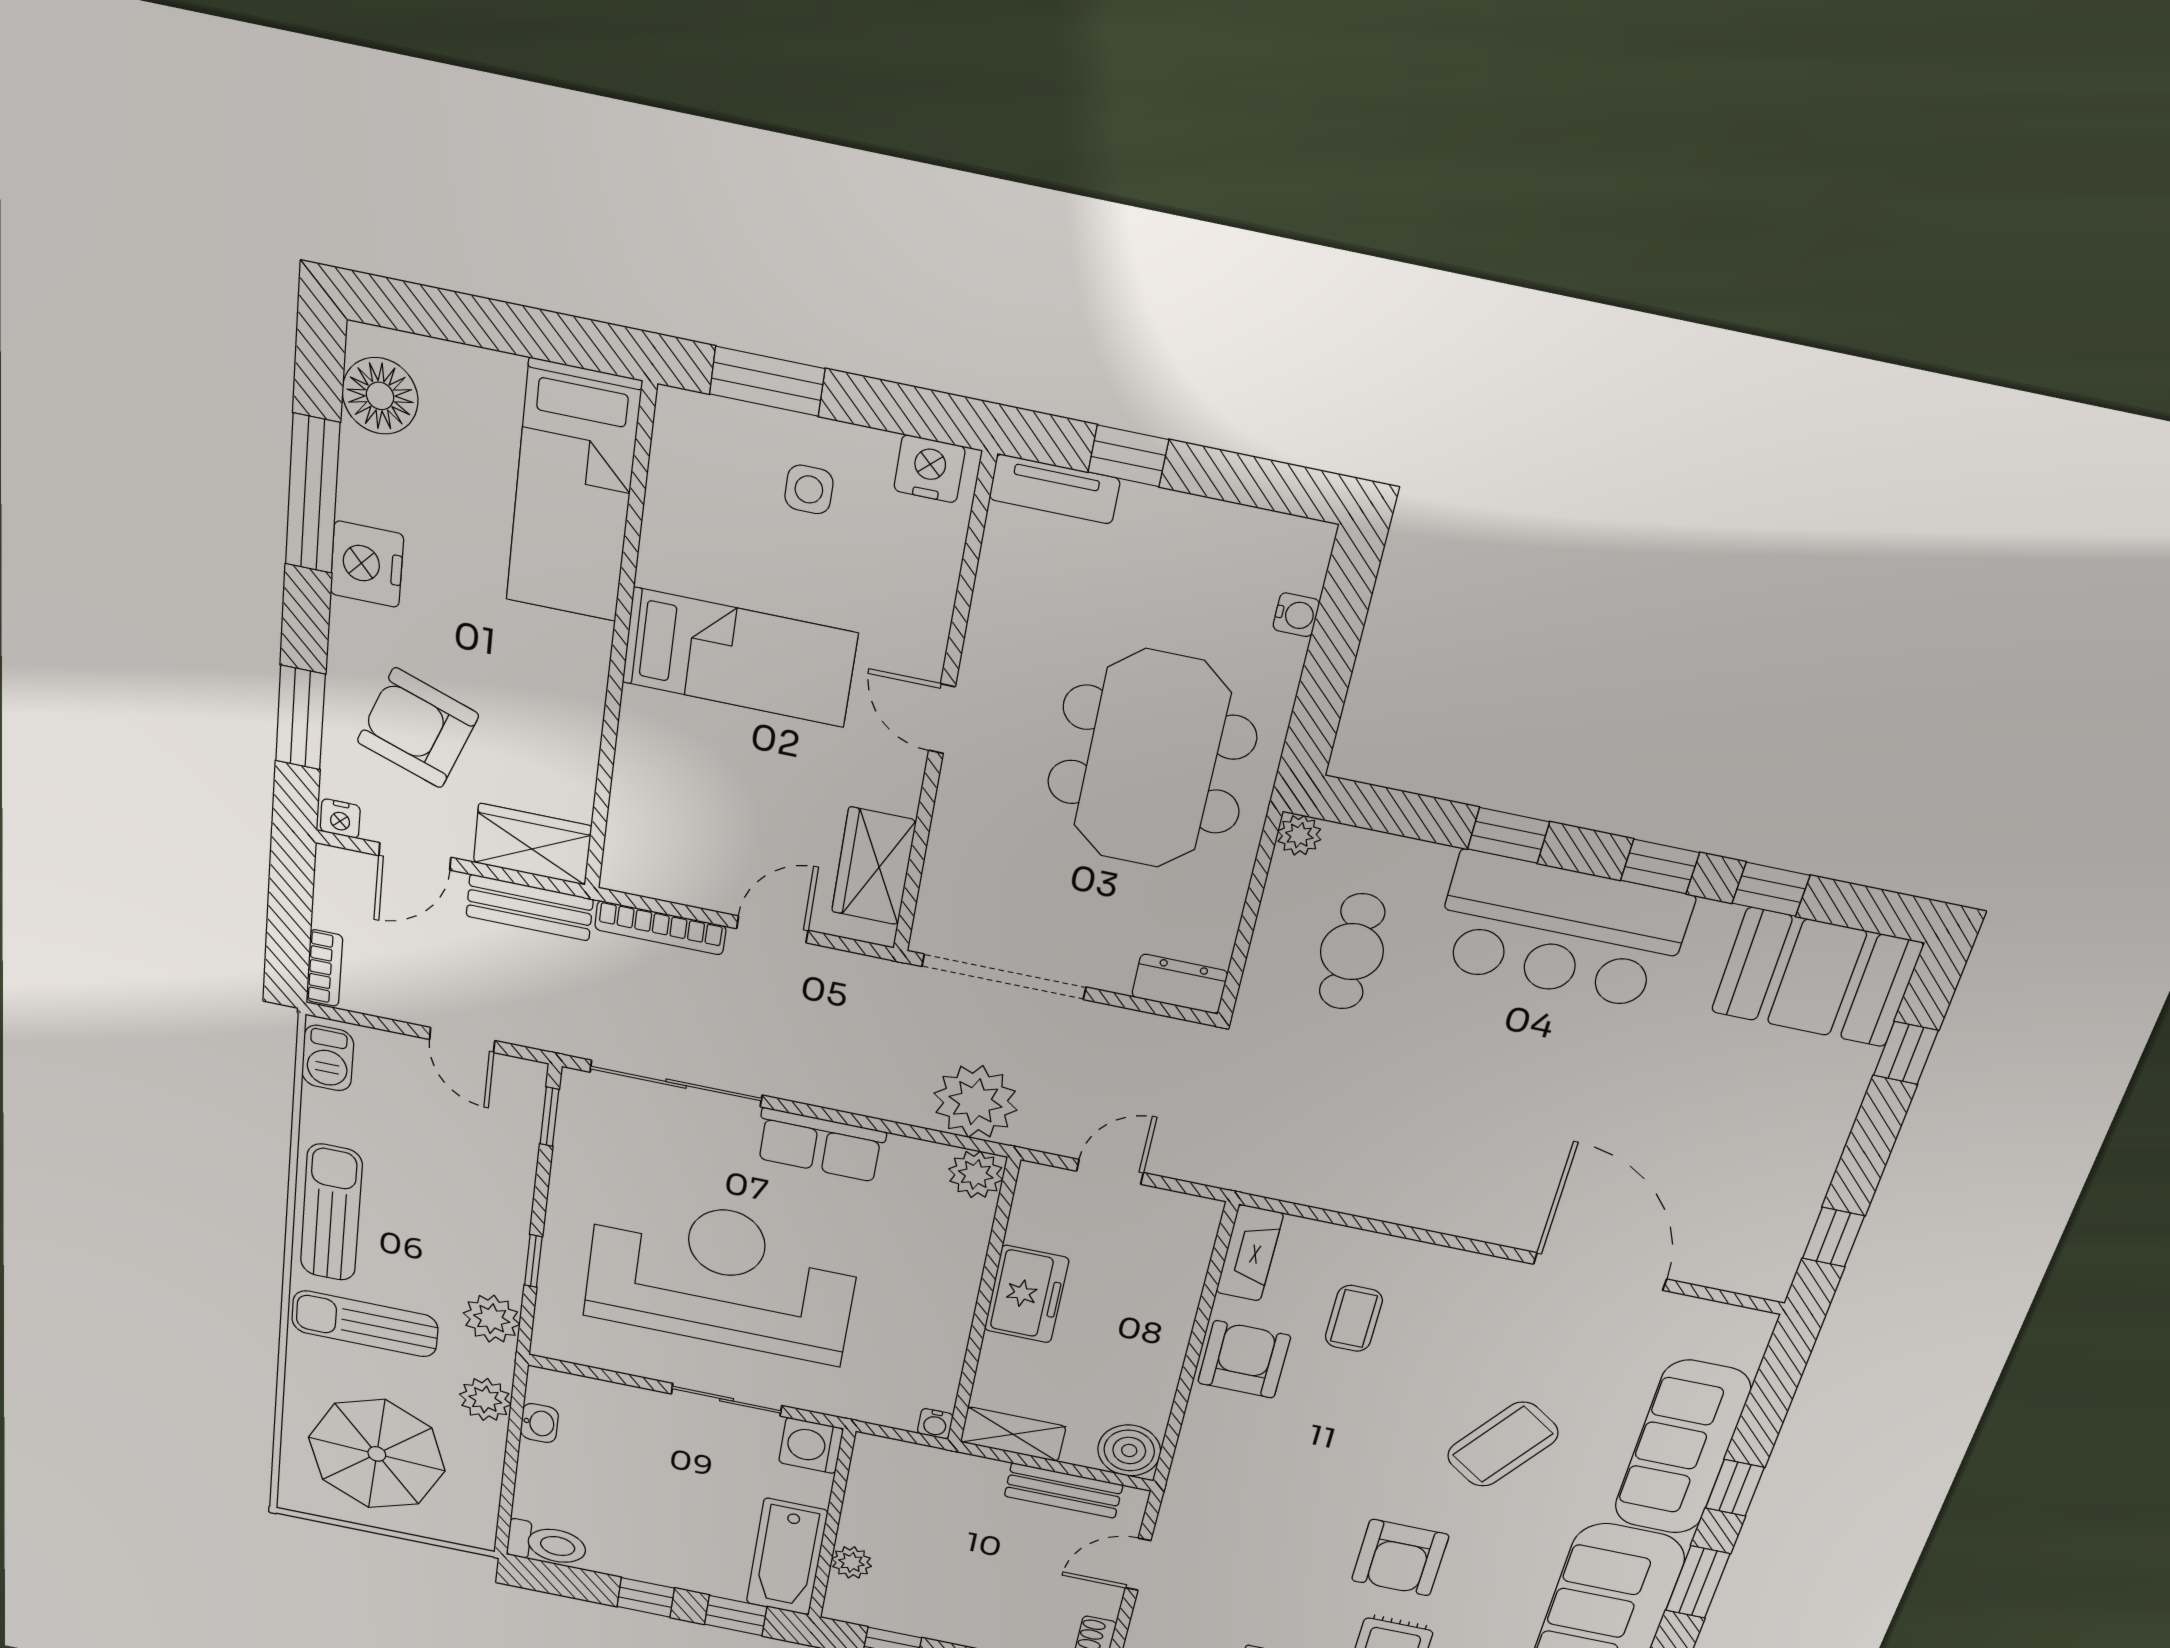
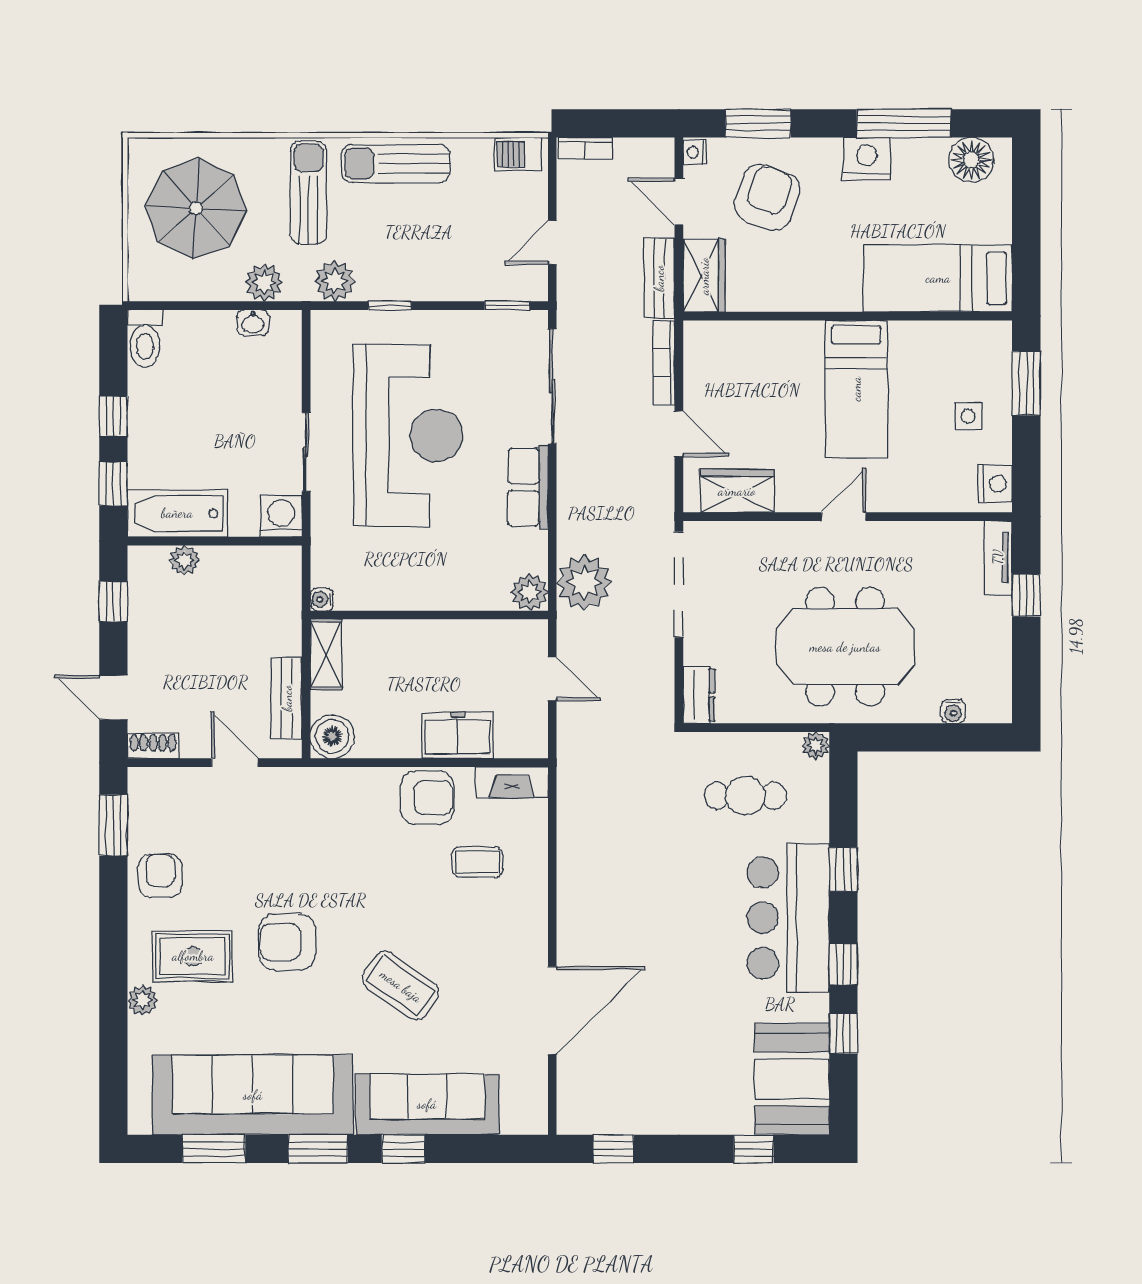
sun lounger: (331, 1213) -> (396, 163), turned 180
freezer: (1026, 1294) -> (458, 735), moved, turned 180

